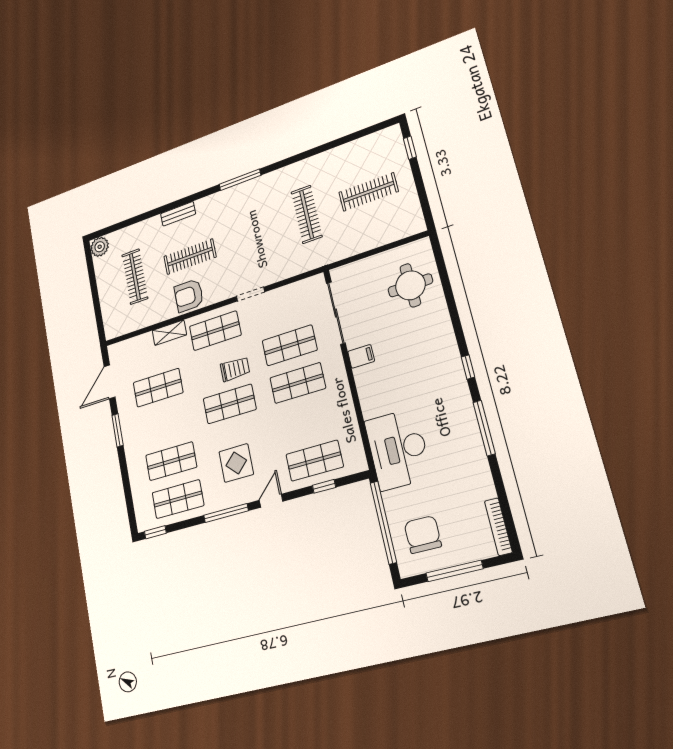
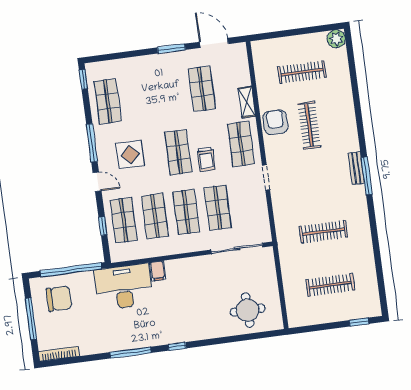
clothes rail: (368, 192) -> (330, 285), turned 90
bench: (178, 214) -> (356, 168), moved
filing cabinet: (361, 356) -> (158, 271), moved
shop shelf: (171, 461) -> (155, 216), moved

